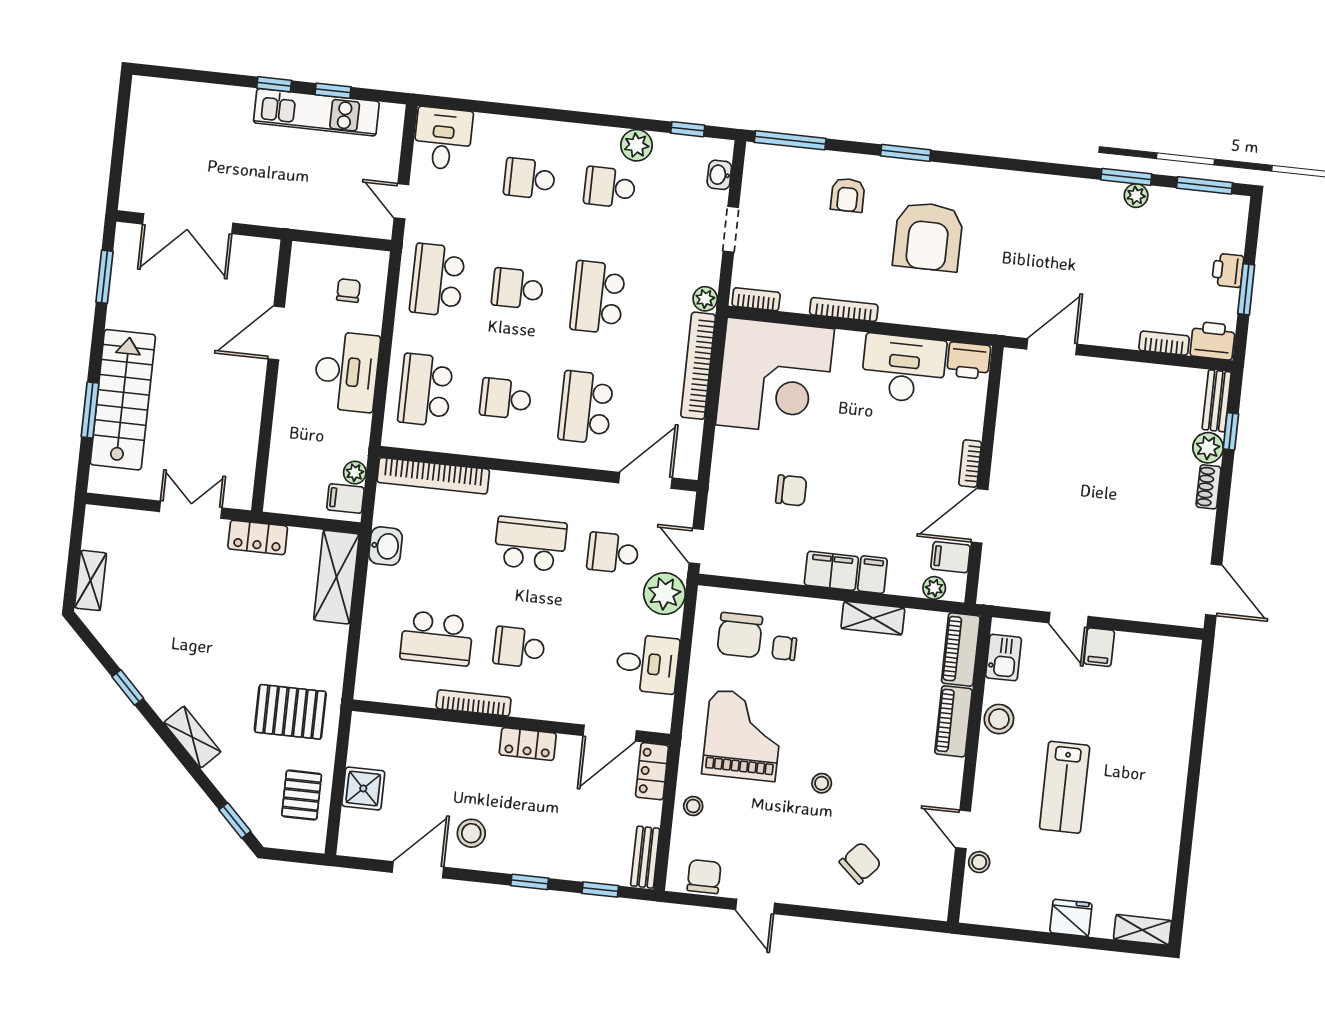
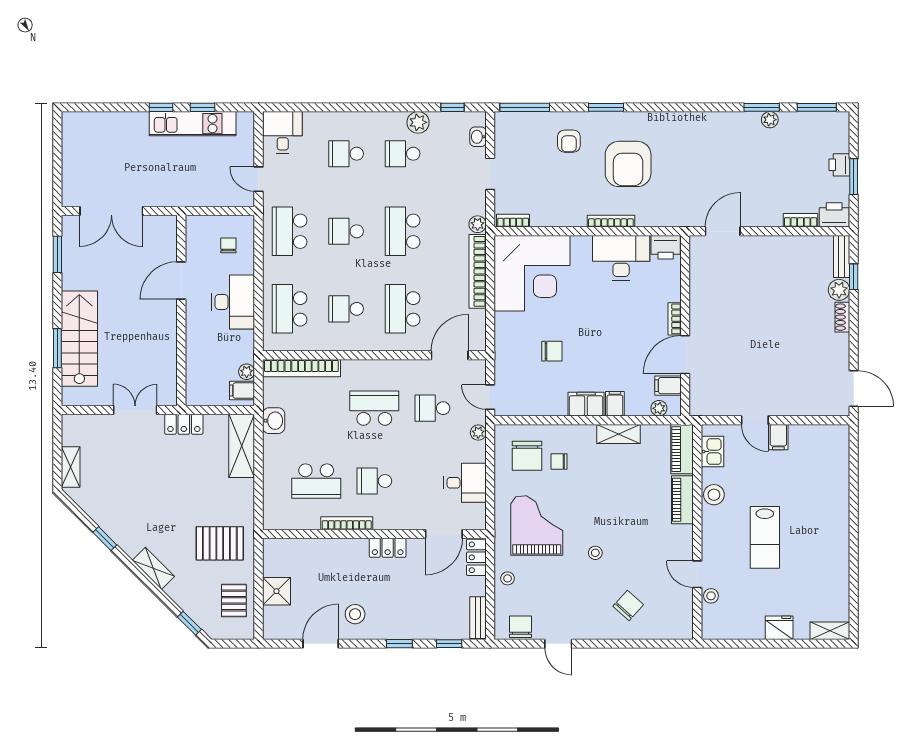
bookcase: (844, 310) -> (611, 221), moved
plant: (664, 594) -> (478, 433), width x0.53, depth x0.53

